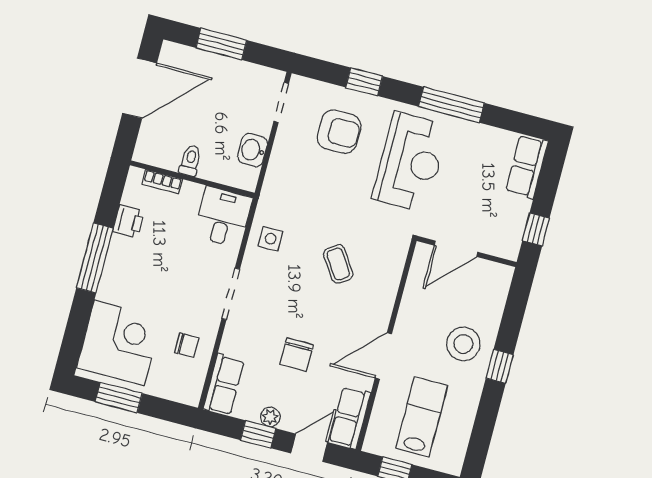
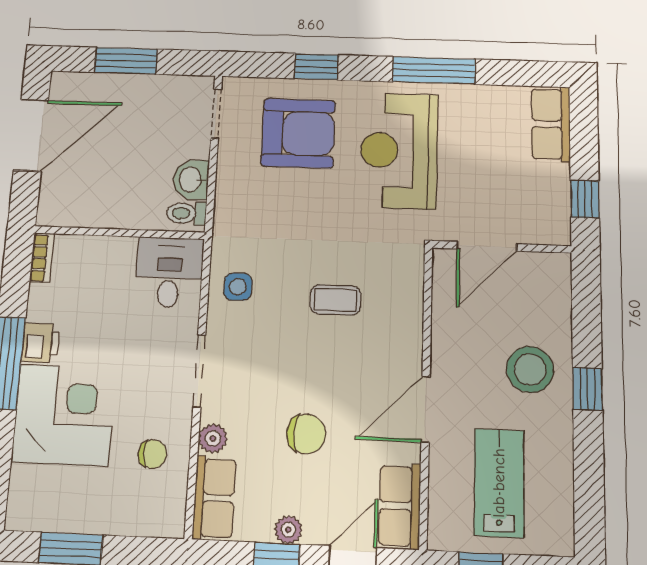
armchair: (339, 132) -> (298, 133), width x1.36, depth x1.36
toilet: (190, 161) -> (186, 213), moved, turned -90
reception desk: (410, 162) -> (399, 151), turned 180
bookcase: (162, 182) -> (42, 258), moved, turned -90
printer: (128, 221) -> (41, 343), moved
coffee table: (338, 264) -> (335, 300), turned -56
corner desk: (119, 343) -> (64, 415), moved
plant: (231, 344) -> (213, 438), added
chair: (297, 355) -> (306, 434), turned -87

